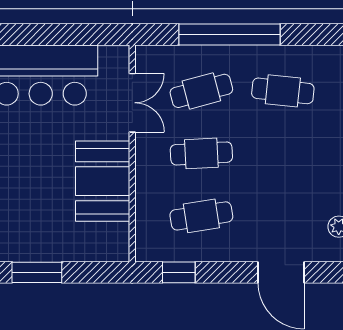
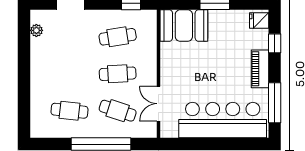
cafe table: (201, 91) -> (118, 111), turned 33
booth: (103, 181) -> (184, 26), moved, turned 90

